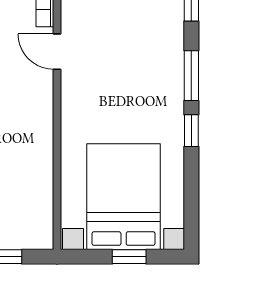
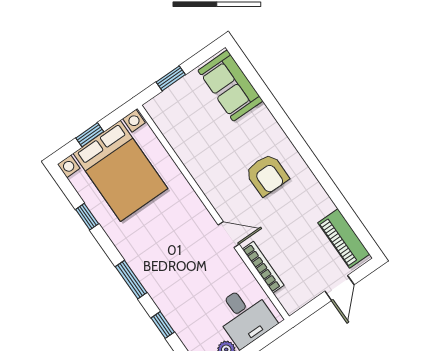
window: (191, 131) -> (87, 217), moved

